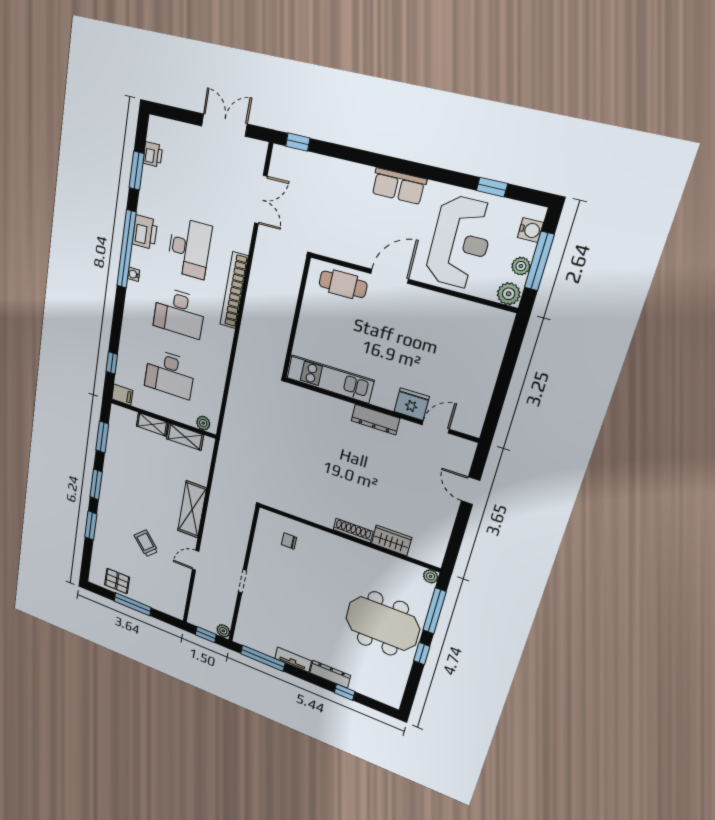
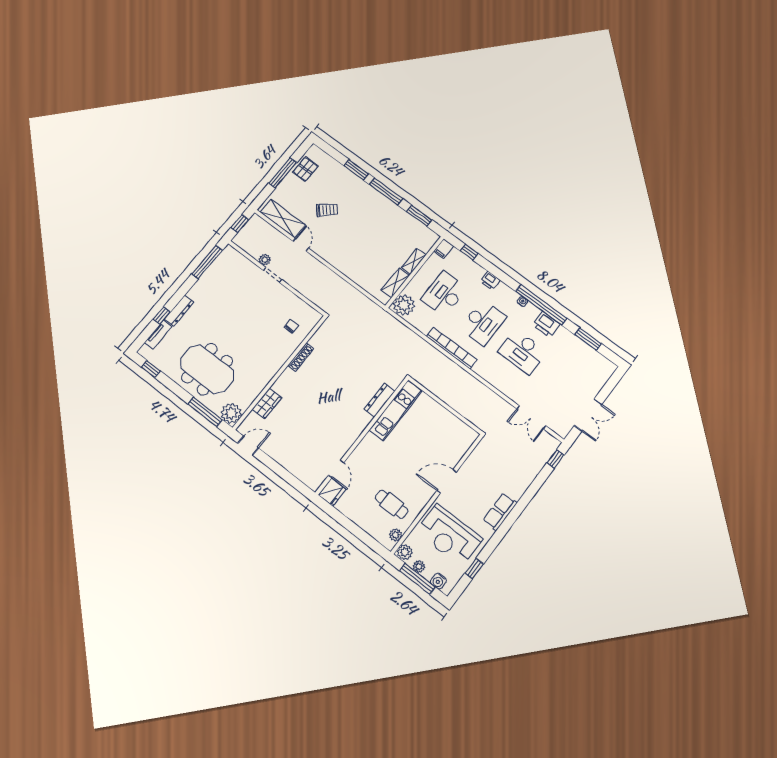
printer: (153, 154) -> (490, 281), moved
door: (390, 276) -> (447, 481), swing flipped
cafe table: (343, 284) -> (392, 504), moved, turned 90
bookcase: (234, 290) -> (452, 348), moved
desk: (179, 313) -> (483, 323), turned 180
plant: (490, 316) -> (396, 535), added
fridge: (412, 404) -> (332, 492), moved
dresser: (375, 420) -> (380, 400), moved
plant: (203, 423) -> (404, 305), width x1.88, depth x1.88
window: (96, 484) -> (386, 191), width x1.44
door: (470, 491) -> (248, 446), moved
shelving: (192, 509) -> (283, 218), moved
shoe rack: (353, 530) -> (301, 357), moved
plant: (431, 576) -> (231, 413), width x1.88, depth x1.88
meeting table: (382, 624) -> (207, 369), turned 90
plant: (223, 631) -> (265, 260), moved
window: (422, 654) -> (151, 369), moved
tv unit: (293, 660) -> (158, 335), moved

